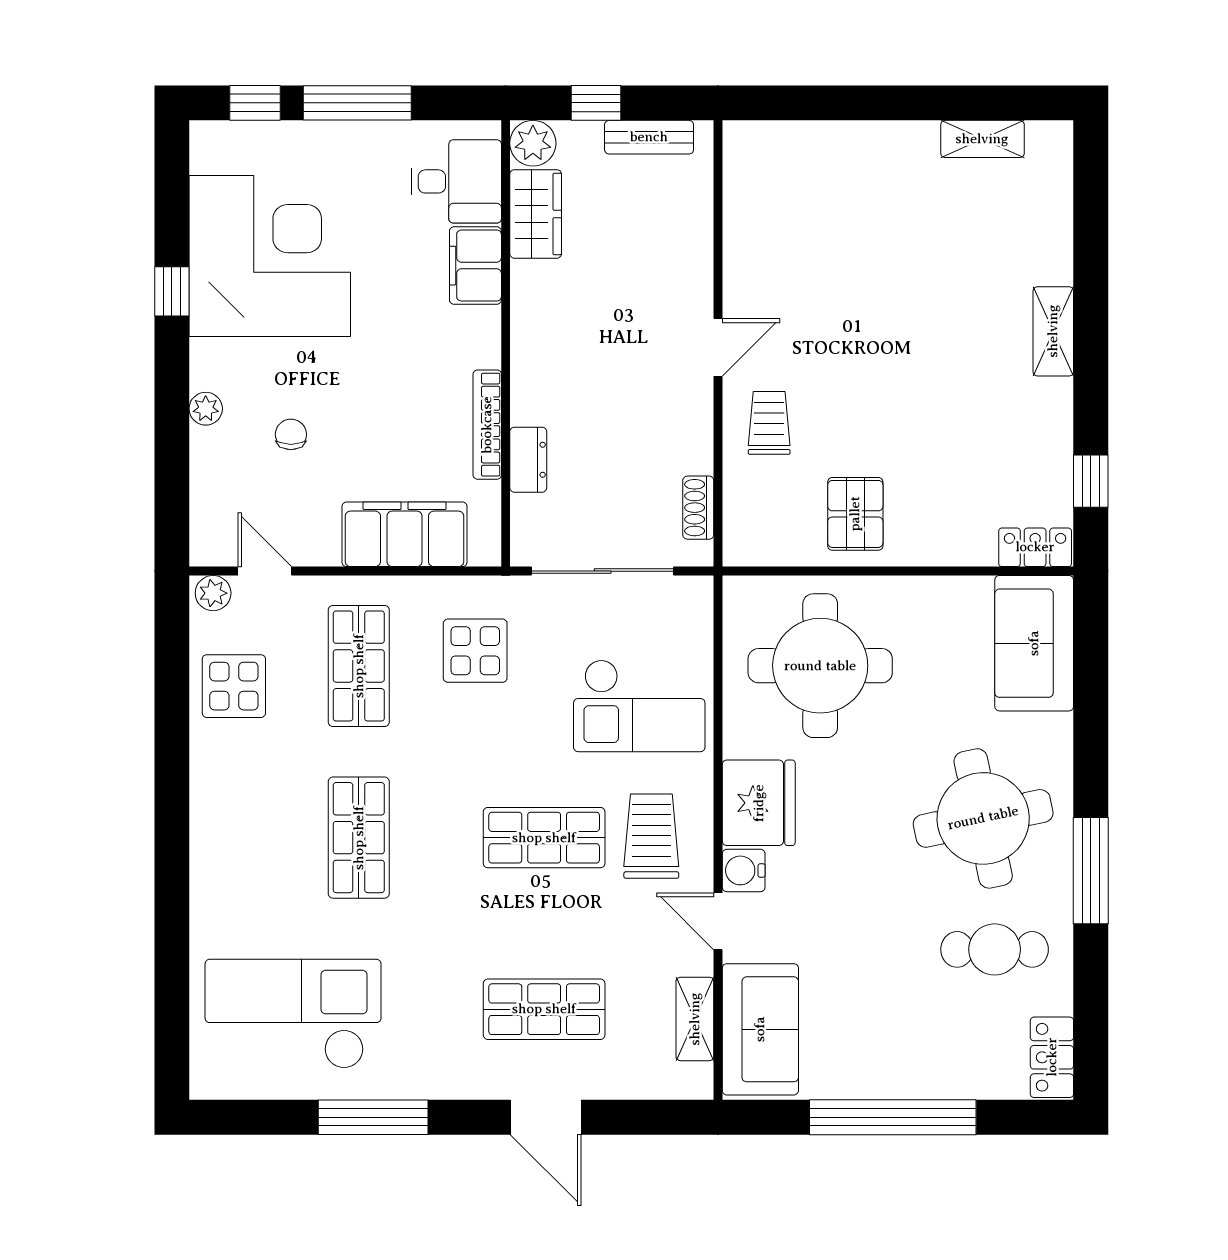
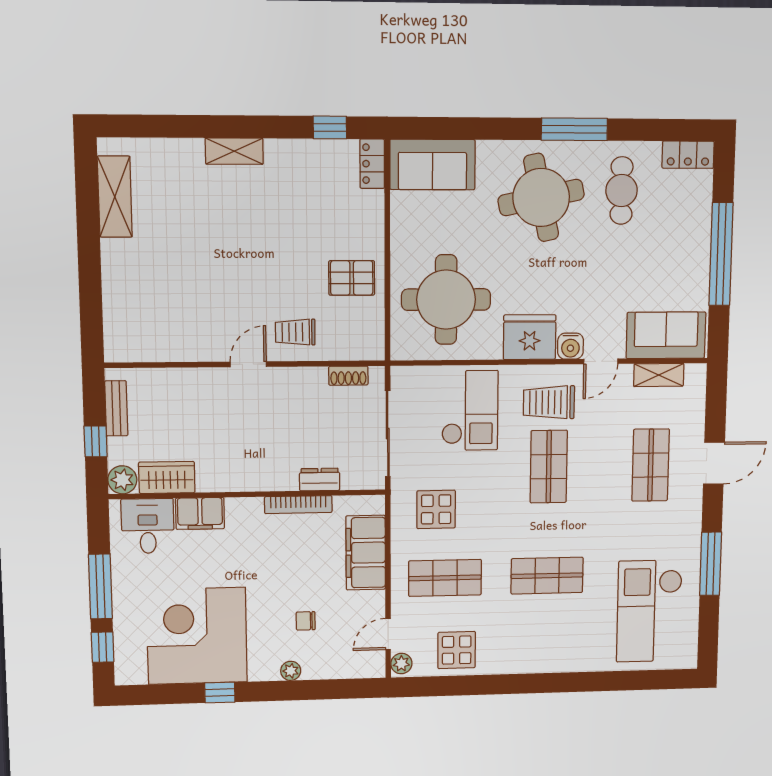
shelving: (982, 139) -> (115, 197), width x1.50, depth x1.33
door: (718, 347) -> (248, 364), hinge flipped

